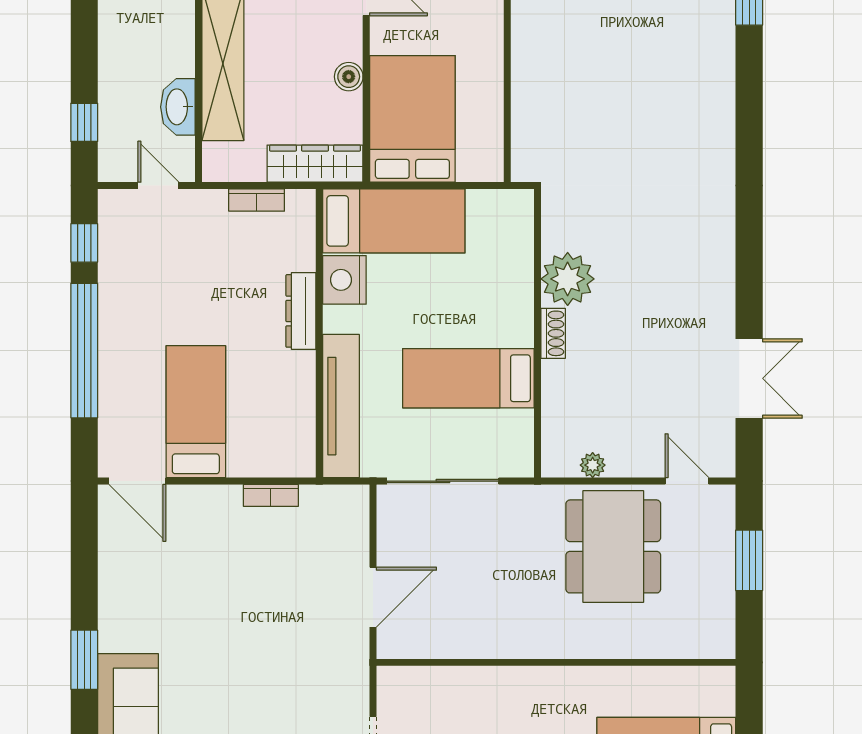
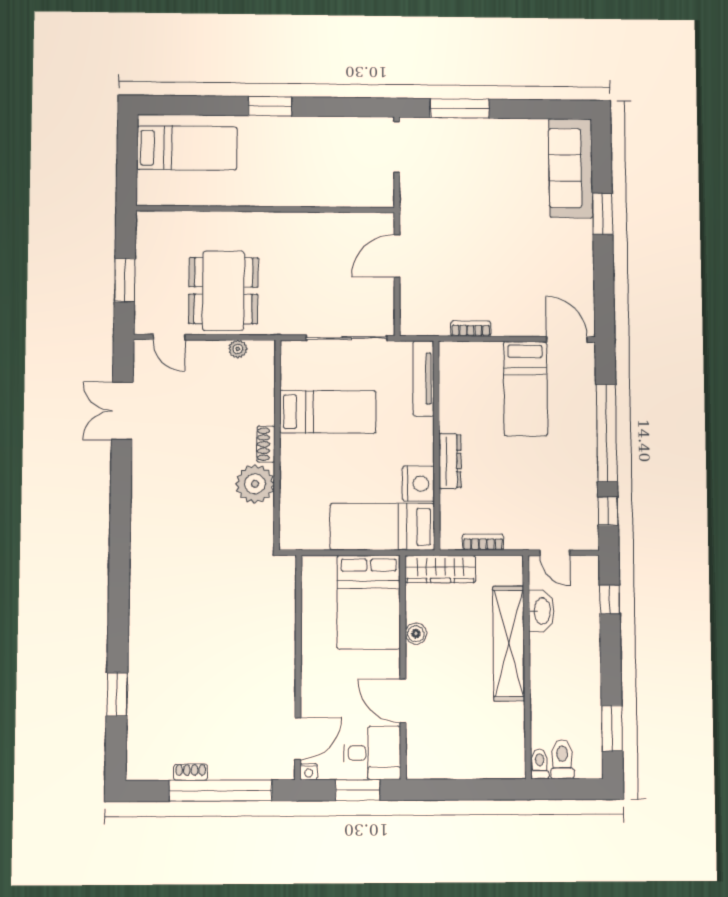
tv unit: (341, 406) -> (423, 379), width x0.73, depth x0.78

